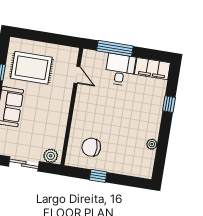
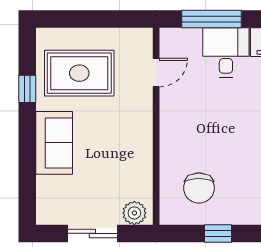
door: (77, 75) -> (156, 73), hinge flipped
chair: (91, 147) -> (199, 188), turned -90

